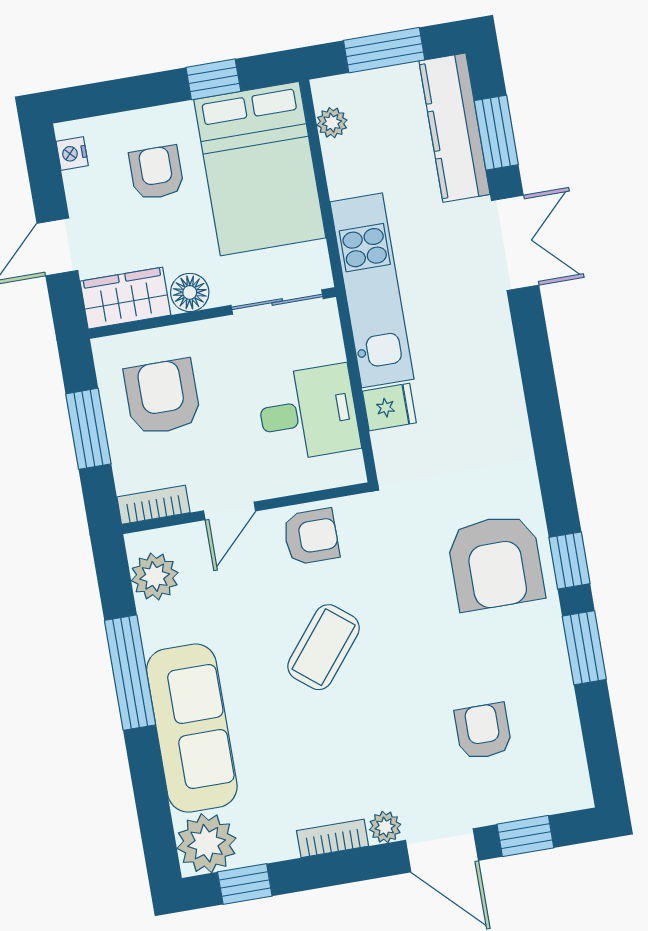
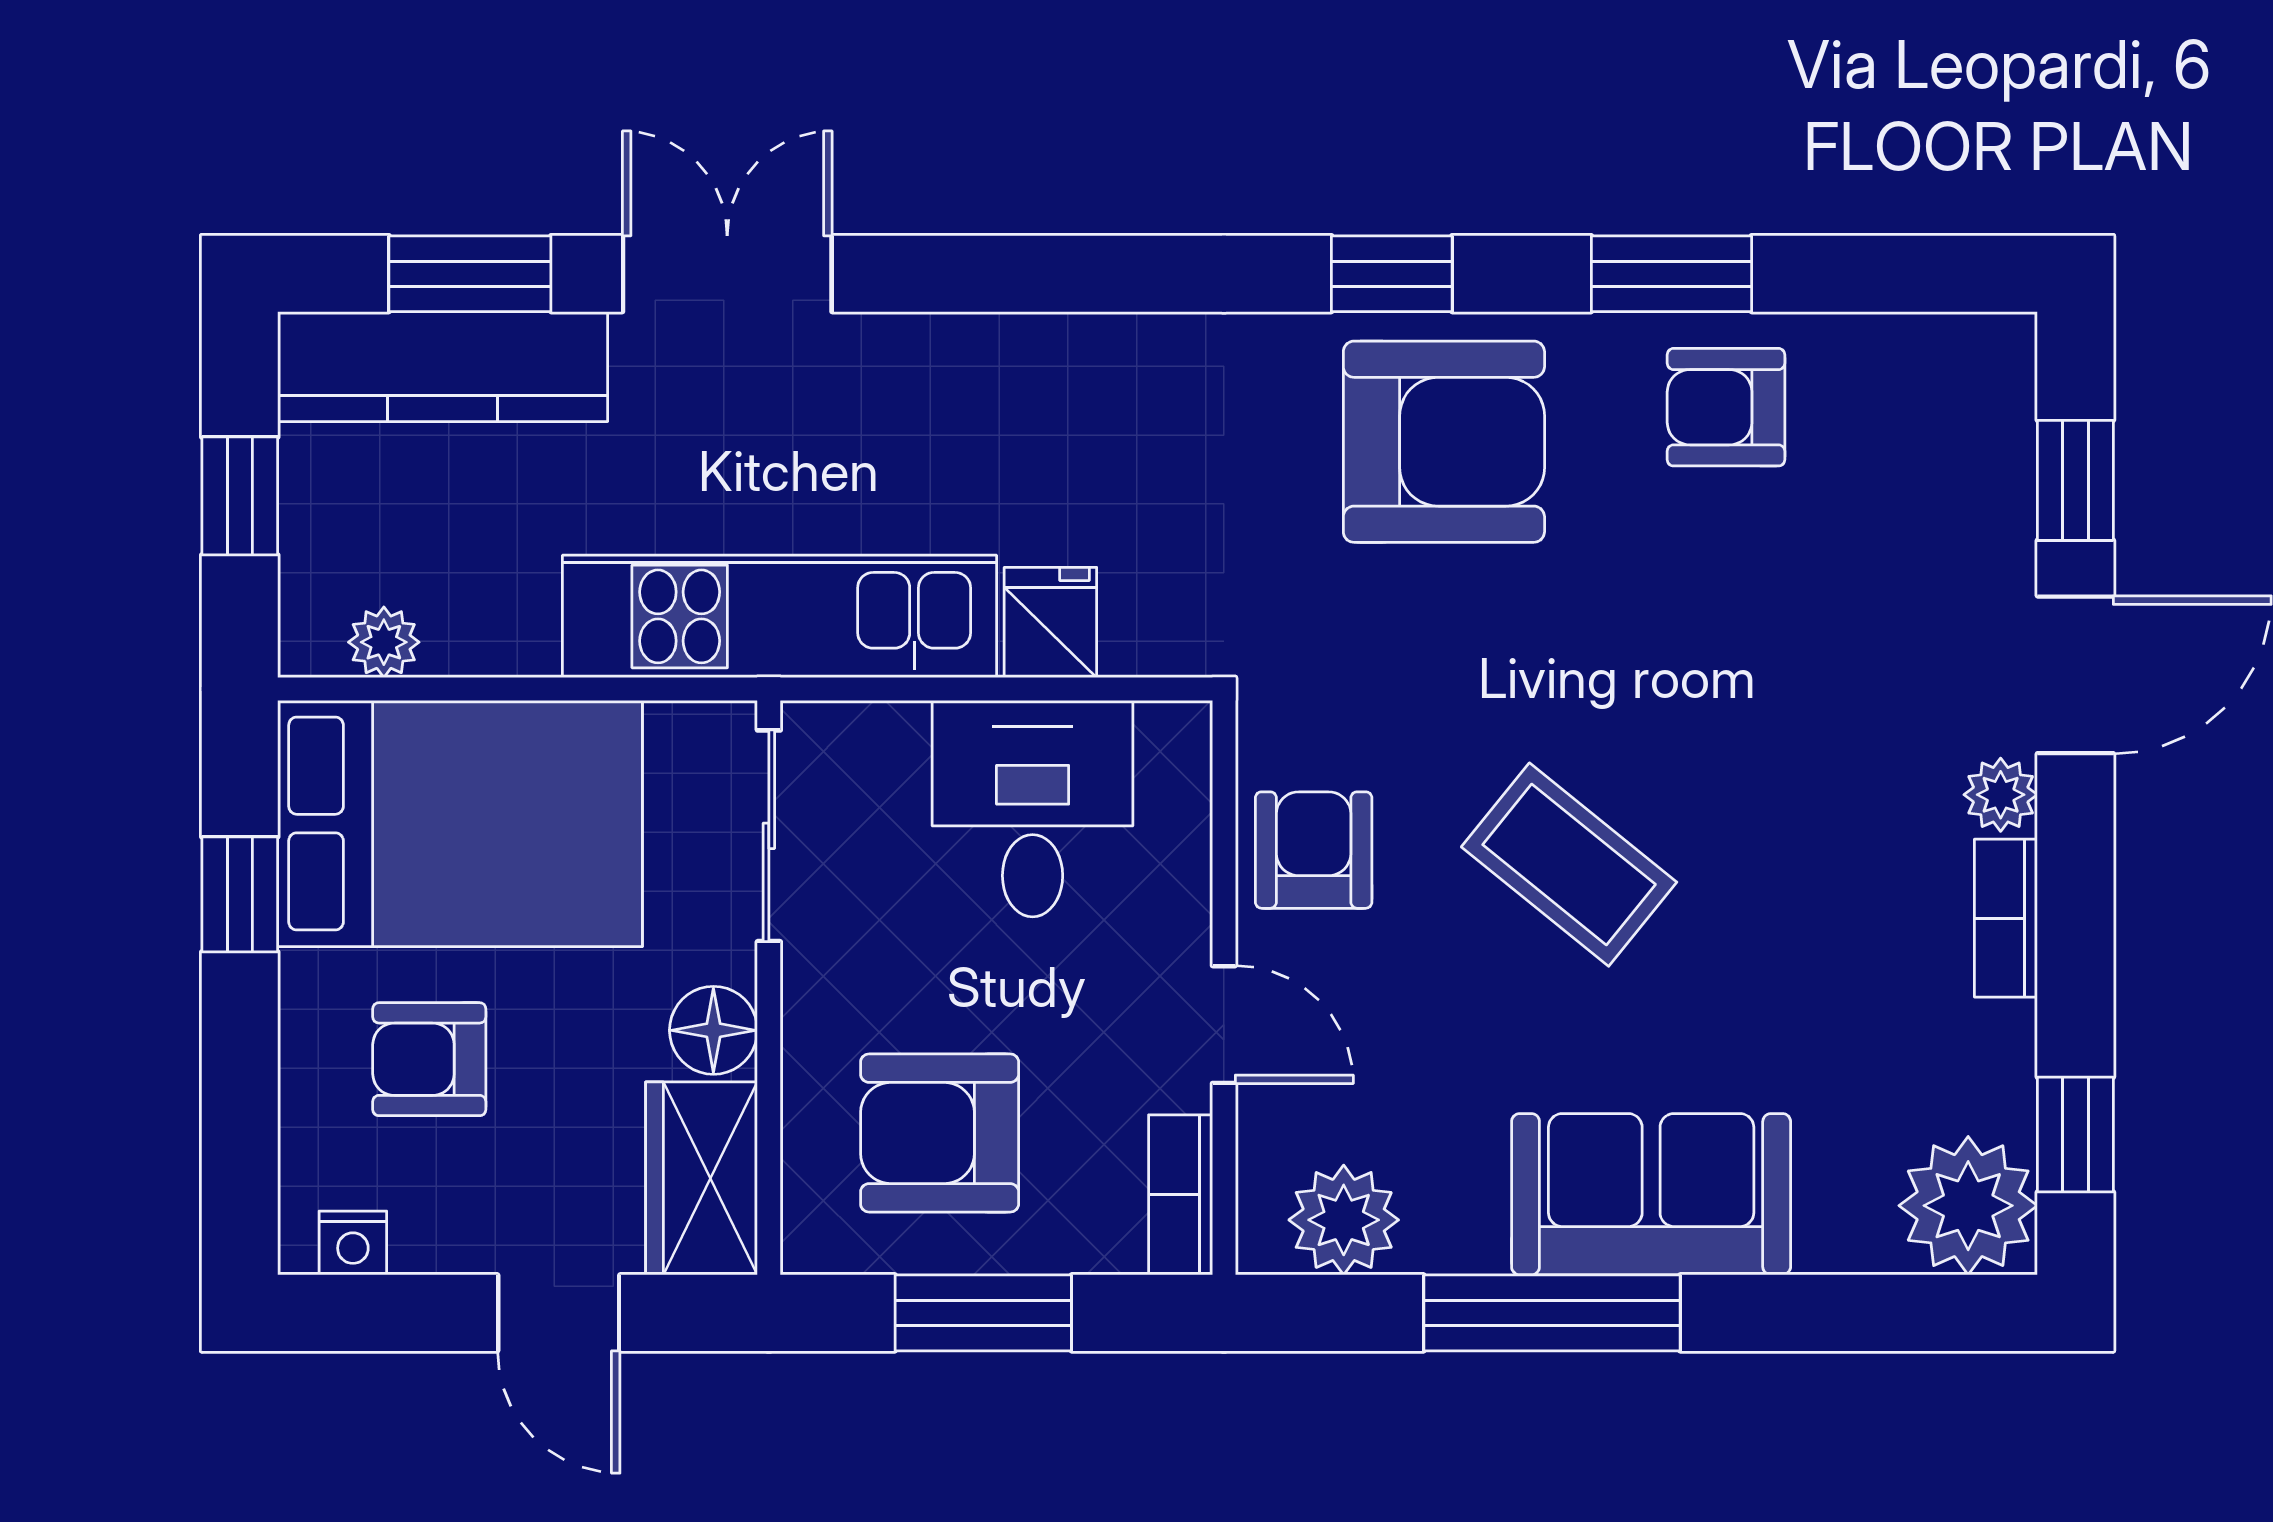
window: (384, 50) -> (240, 496), width x0.67
window: (569, 561) -> (1392, 274), moved
sofa: (192, 728) -> (1651, 1194), width x0.73
armchair: (483, 731) -> (1726, 407), moved

